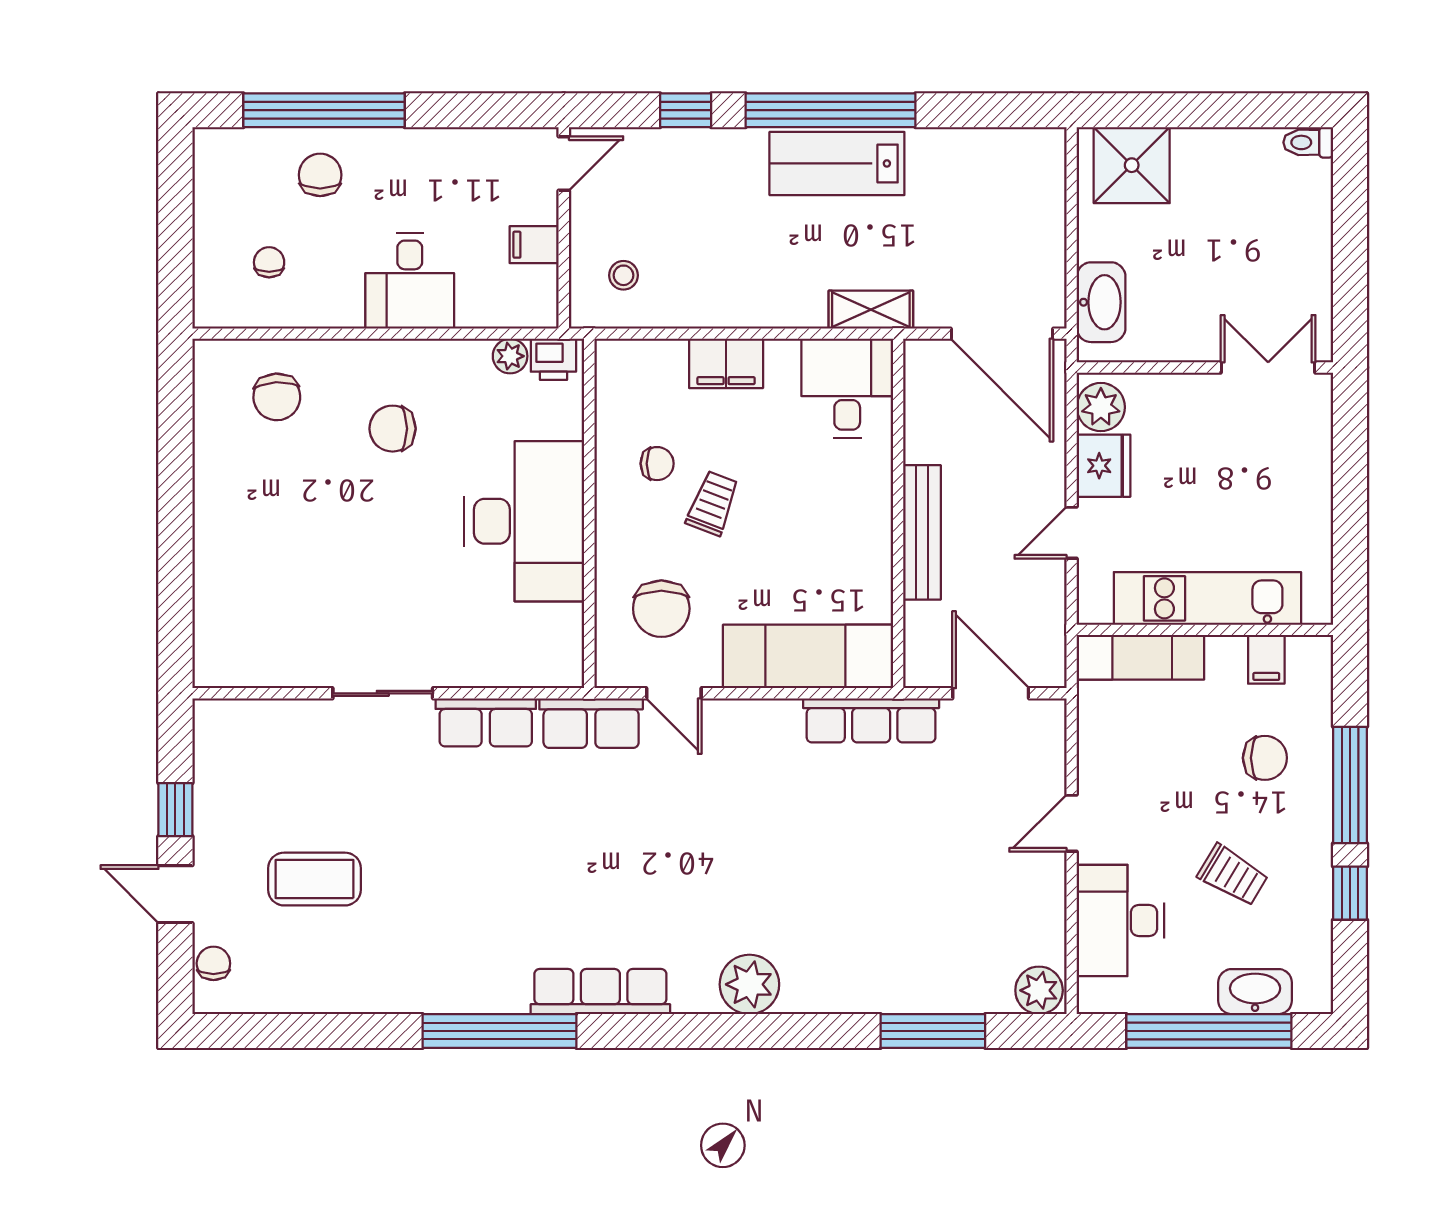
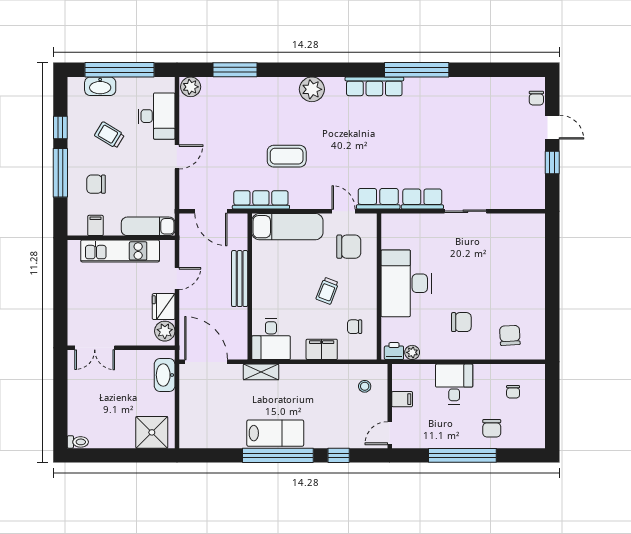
window: (324, 110) -> (462, 455), moved
chair: (657, 464) -> (355, 327), moved
chair: (661, 609) -> (349, 247), turned 90
coffee table: (314, 879) -> (287, 156), moved

